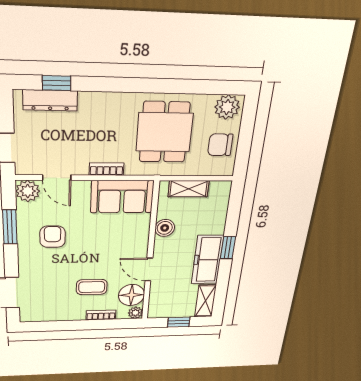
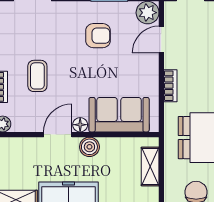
sofa: (122, 197) -> (119, 115), moved, turned 90
boiler: (165, 228) -> (89, 147), moved
floor lamp: (132, 295) -> (80, 125), moved, width x0.53, depth x0.53

